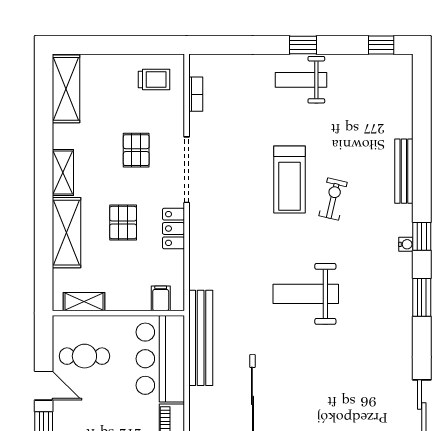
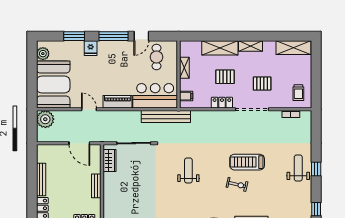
weight bench: (306, 294) -> (188, 170), width x0.73, depth x0.75
shelving: (84, 302) -> (184, 68), moved

